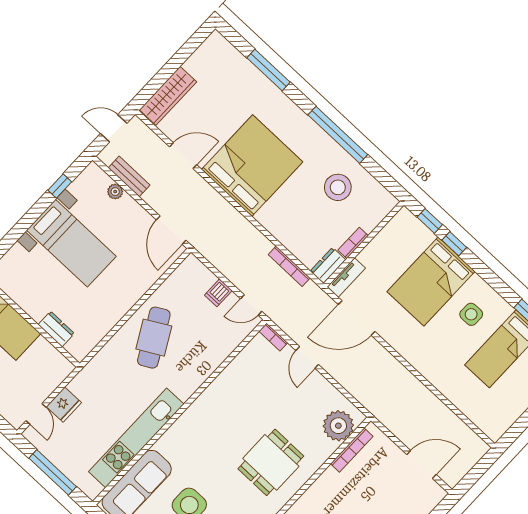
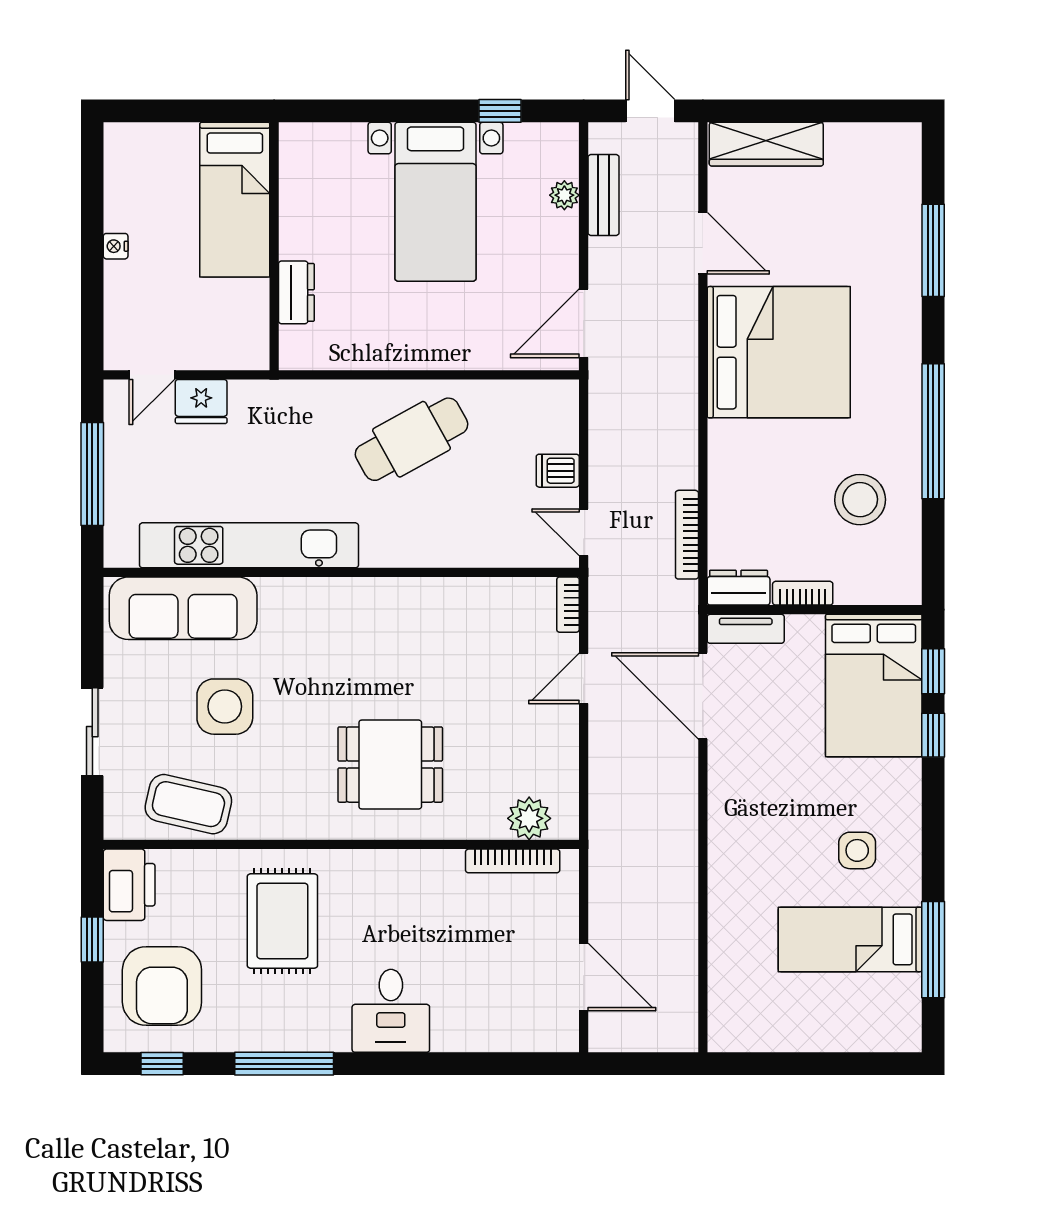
bed: (431, 281) -> (874, 686), moved, turned -90
plant: (338, 426) -> (529, 818), width x0.73, depth x0.73

